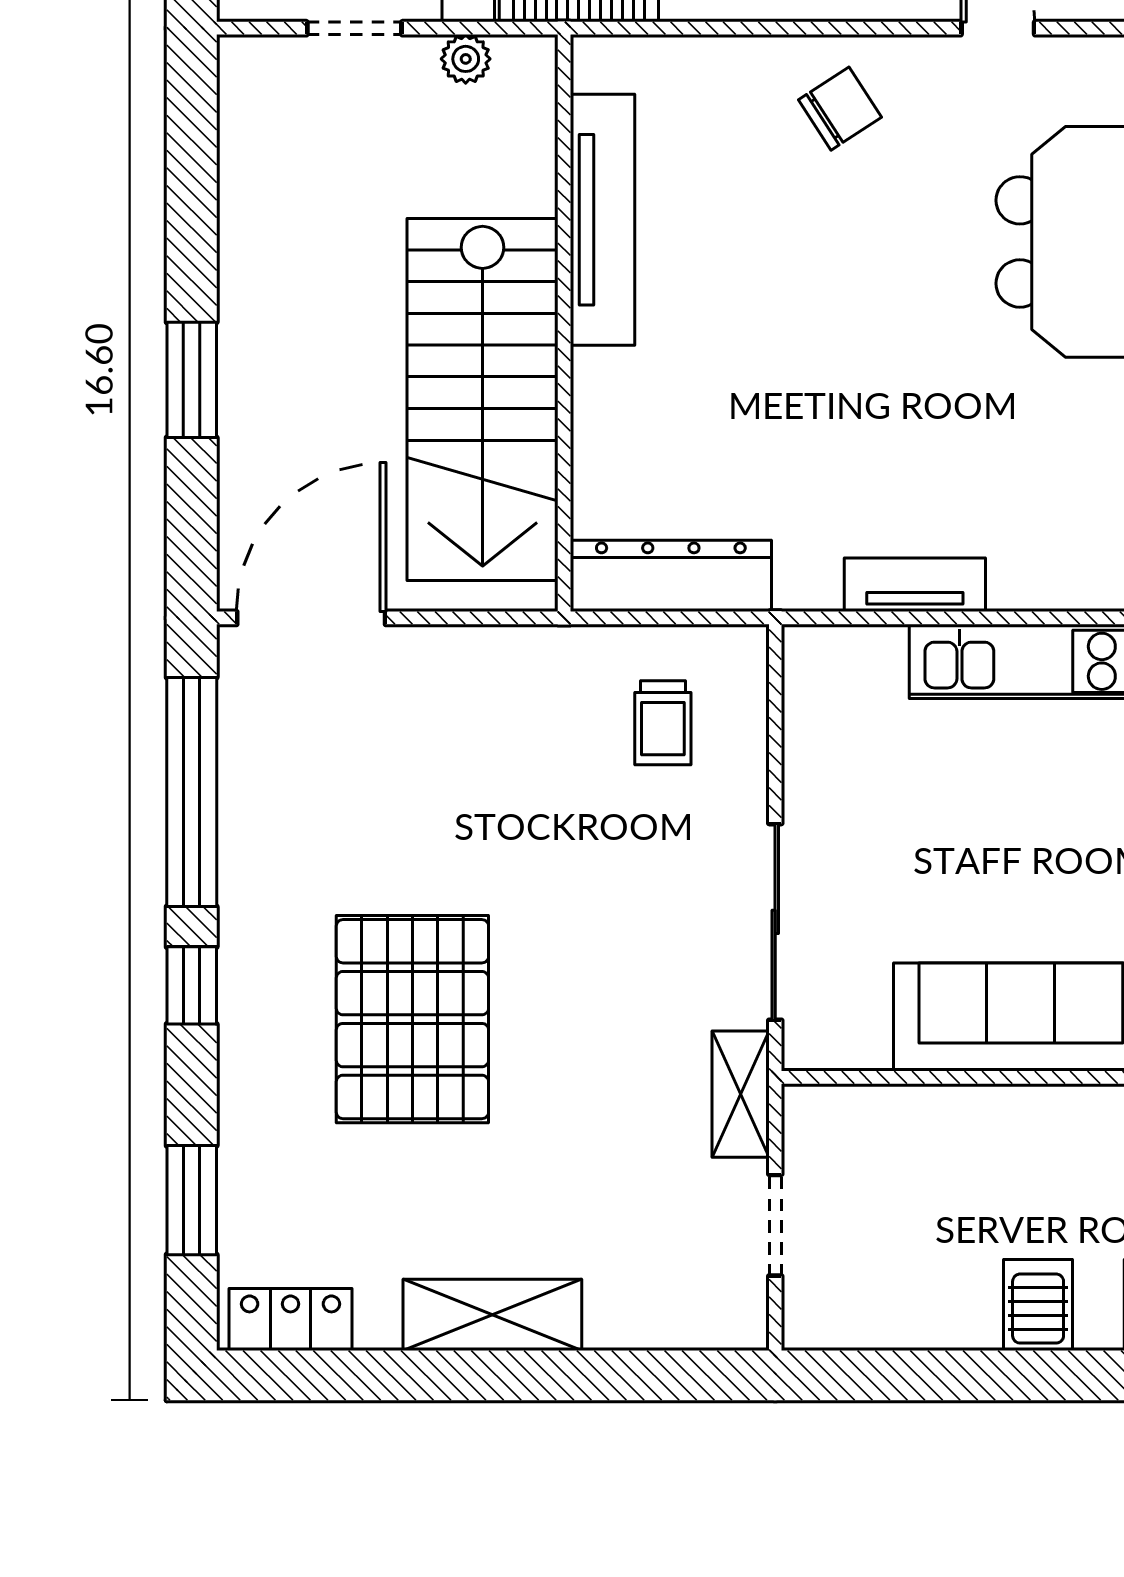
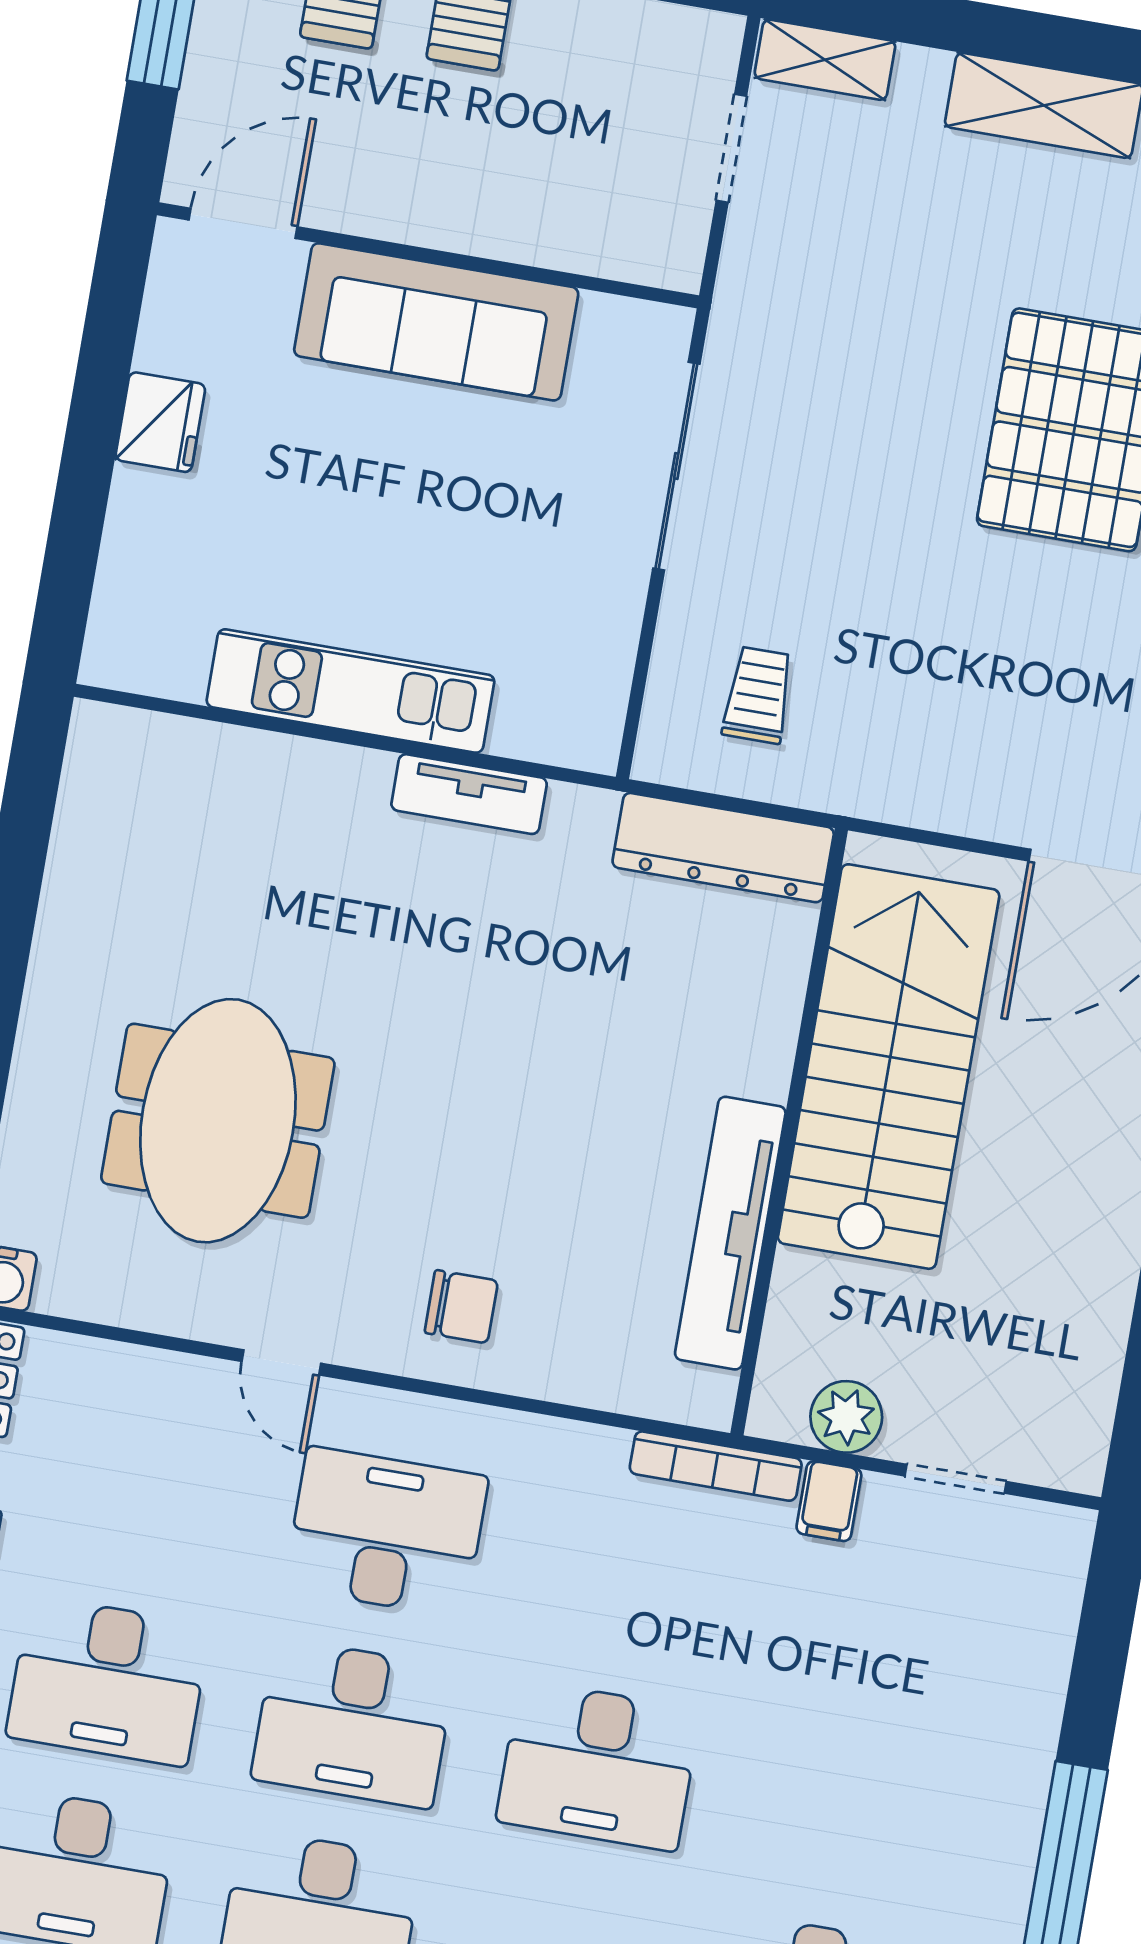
plant: (466, 59) -> (846, 1417), width x1.38, depth x1.38
chair: (840, 109) -> (461, 1307), turned -147
shelving: (741, 1094) -> (825, 60), moved, turned 90

